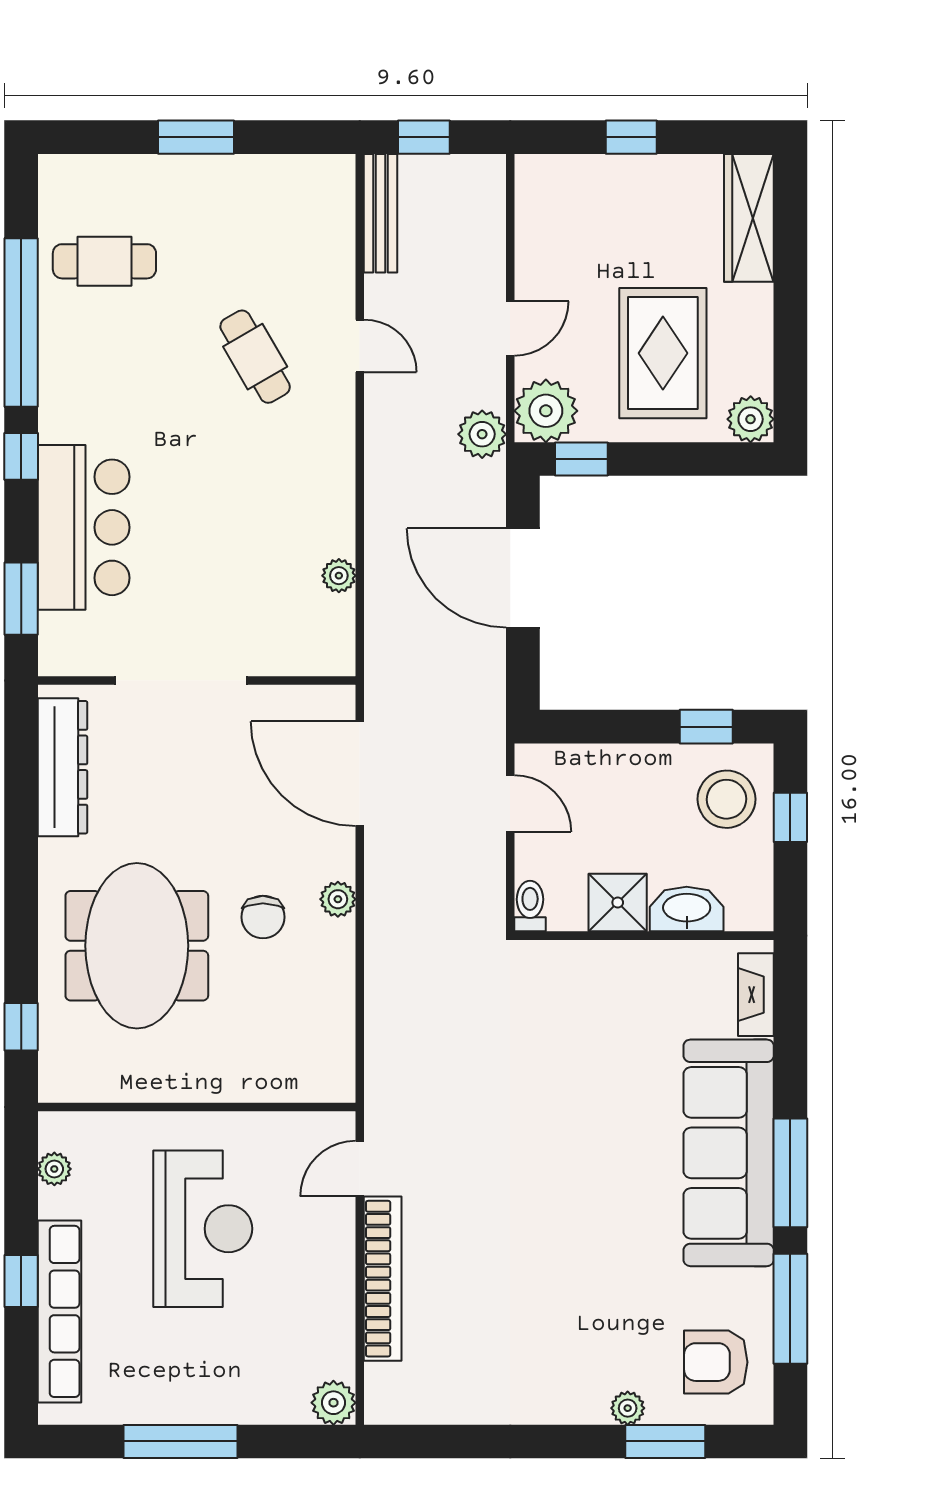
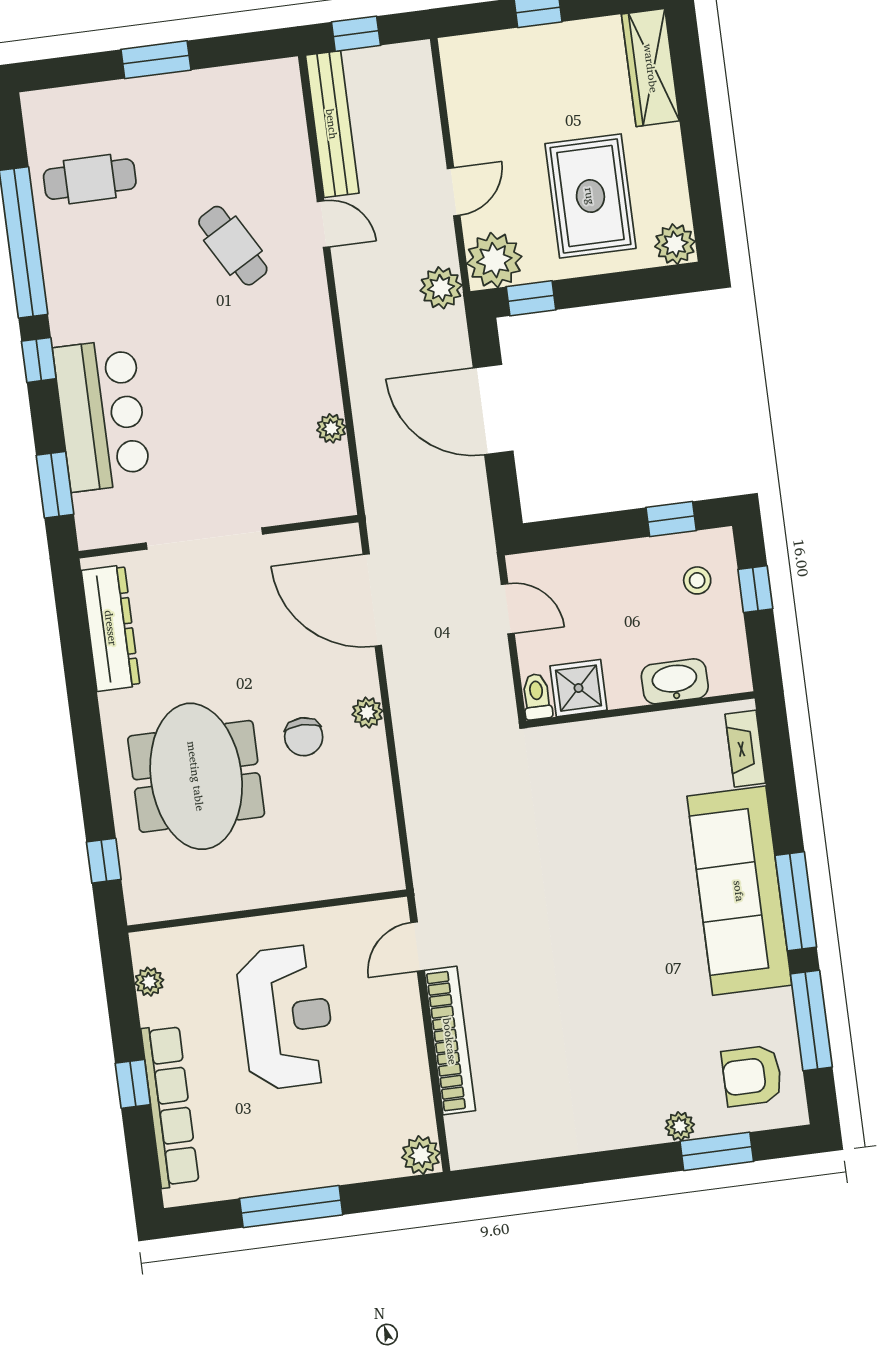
bench: (381, 213) -> (332, 124), width x1.37, depth x1.21
stool: (726, 799) -> (697, 580), width x0.53, depth x0.53
shower: (618, 902) -> (578, 688), moved

